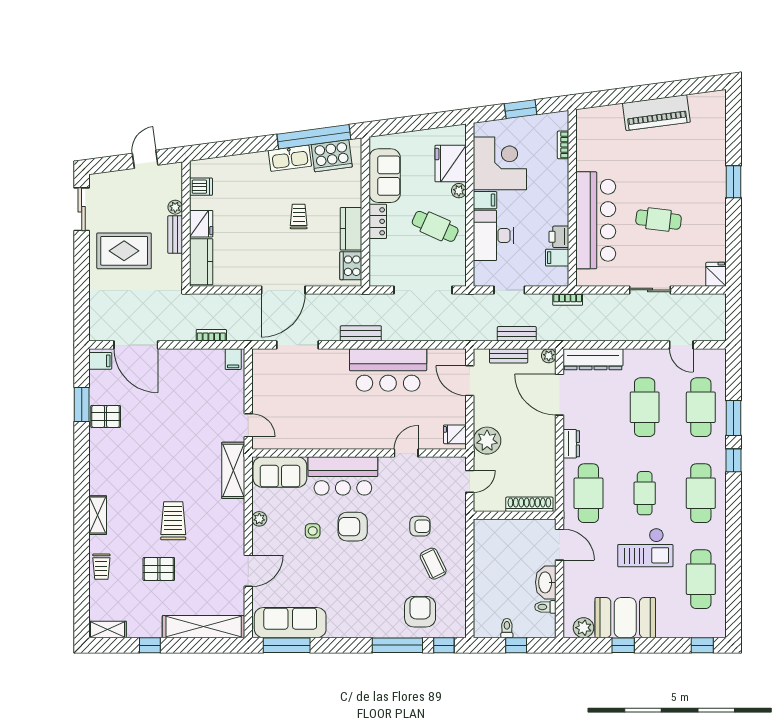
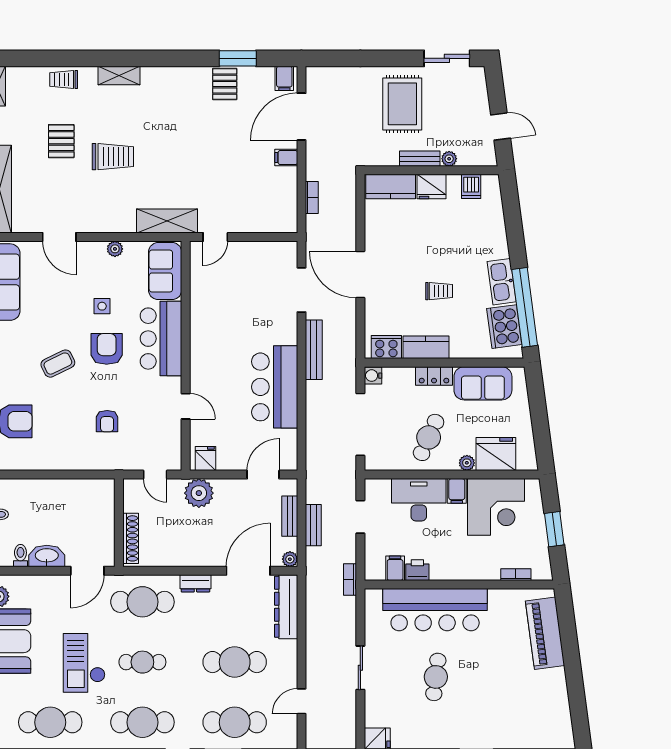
piano: (656, 113) -> (545, 633), moved
water cooler: (377, 278) -> (373, 376), added
bench: (361, 333) -> (314, 350), width x1.36
filing cabinet: (233, 359) -> (286, 158), moved
coffee table: (433, 564) -> (58, 364), moved

